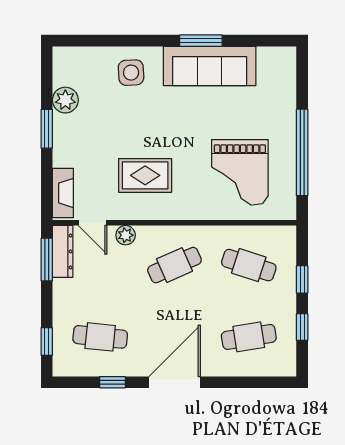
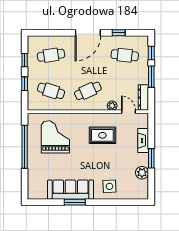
fireplace: (63, 193) -> (143, 141), moved
window: (47, 259) -> (151, 77), moved

